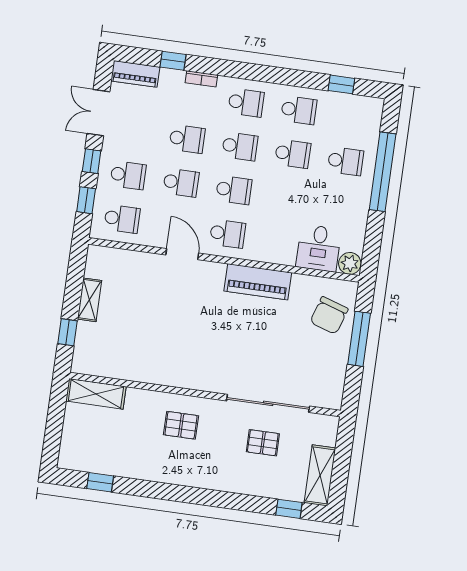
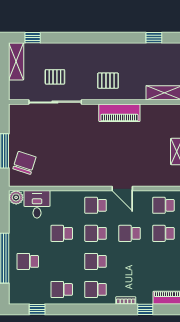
school desk: (187, 139) -> (130, 261), removed
school desk: (293, 154) -> (62, 233), moved
piano: (258, 282) -> (119, 113), moved, turned 180

